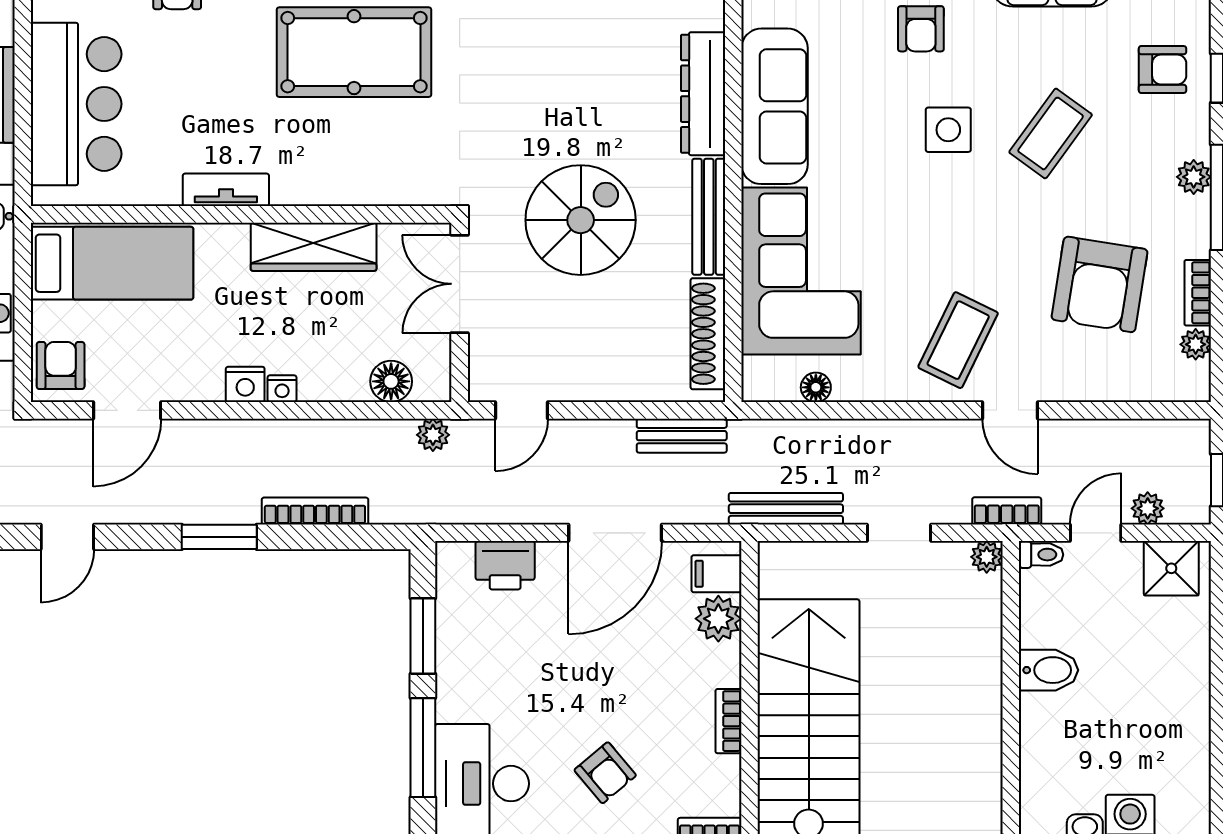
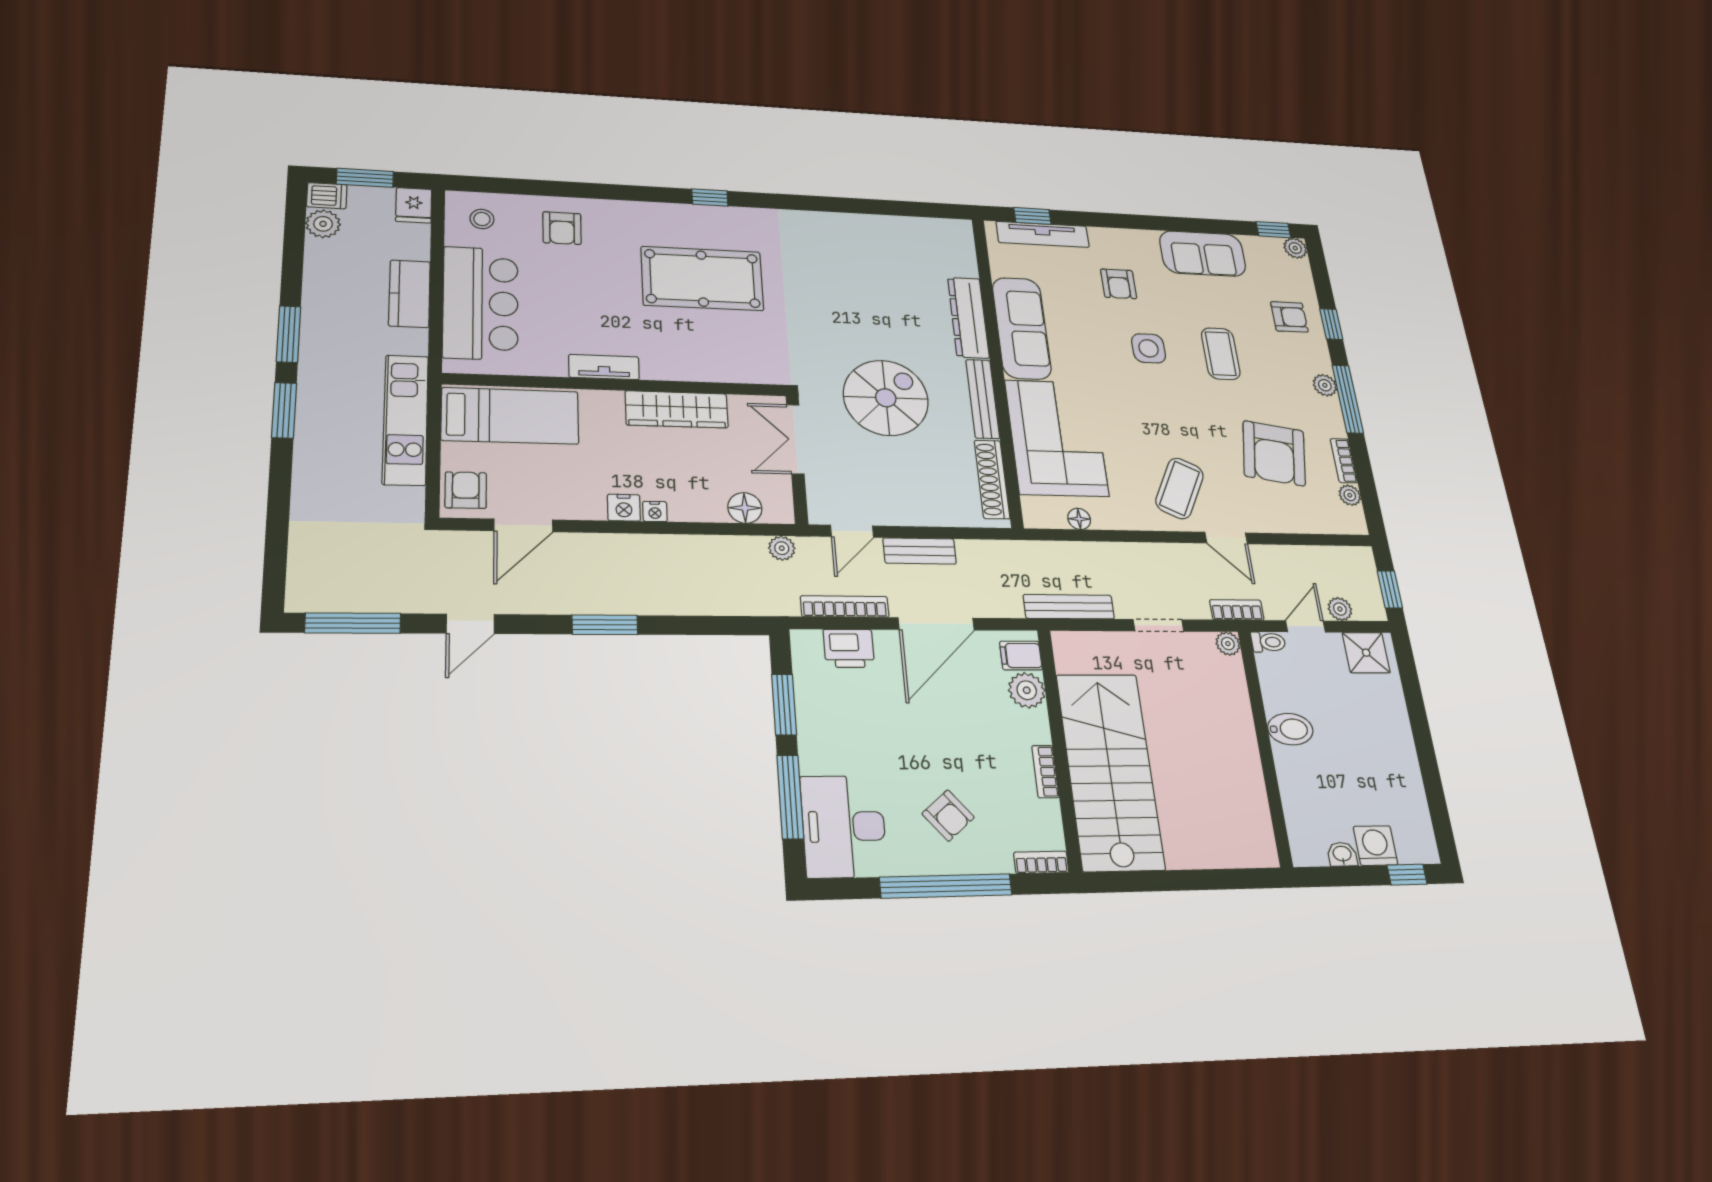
coffee table: (1051, 133) -> (1221, 354), turned -36
bench: (682, 436) -> (920, 551), moved
bookcase: (315, 511) -> (845, 606), moved

